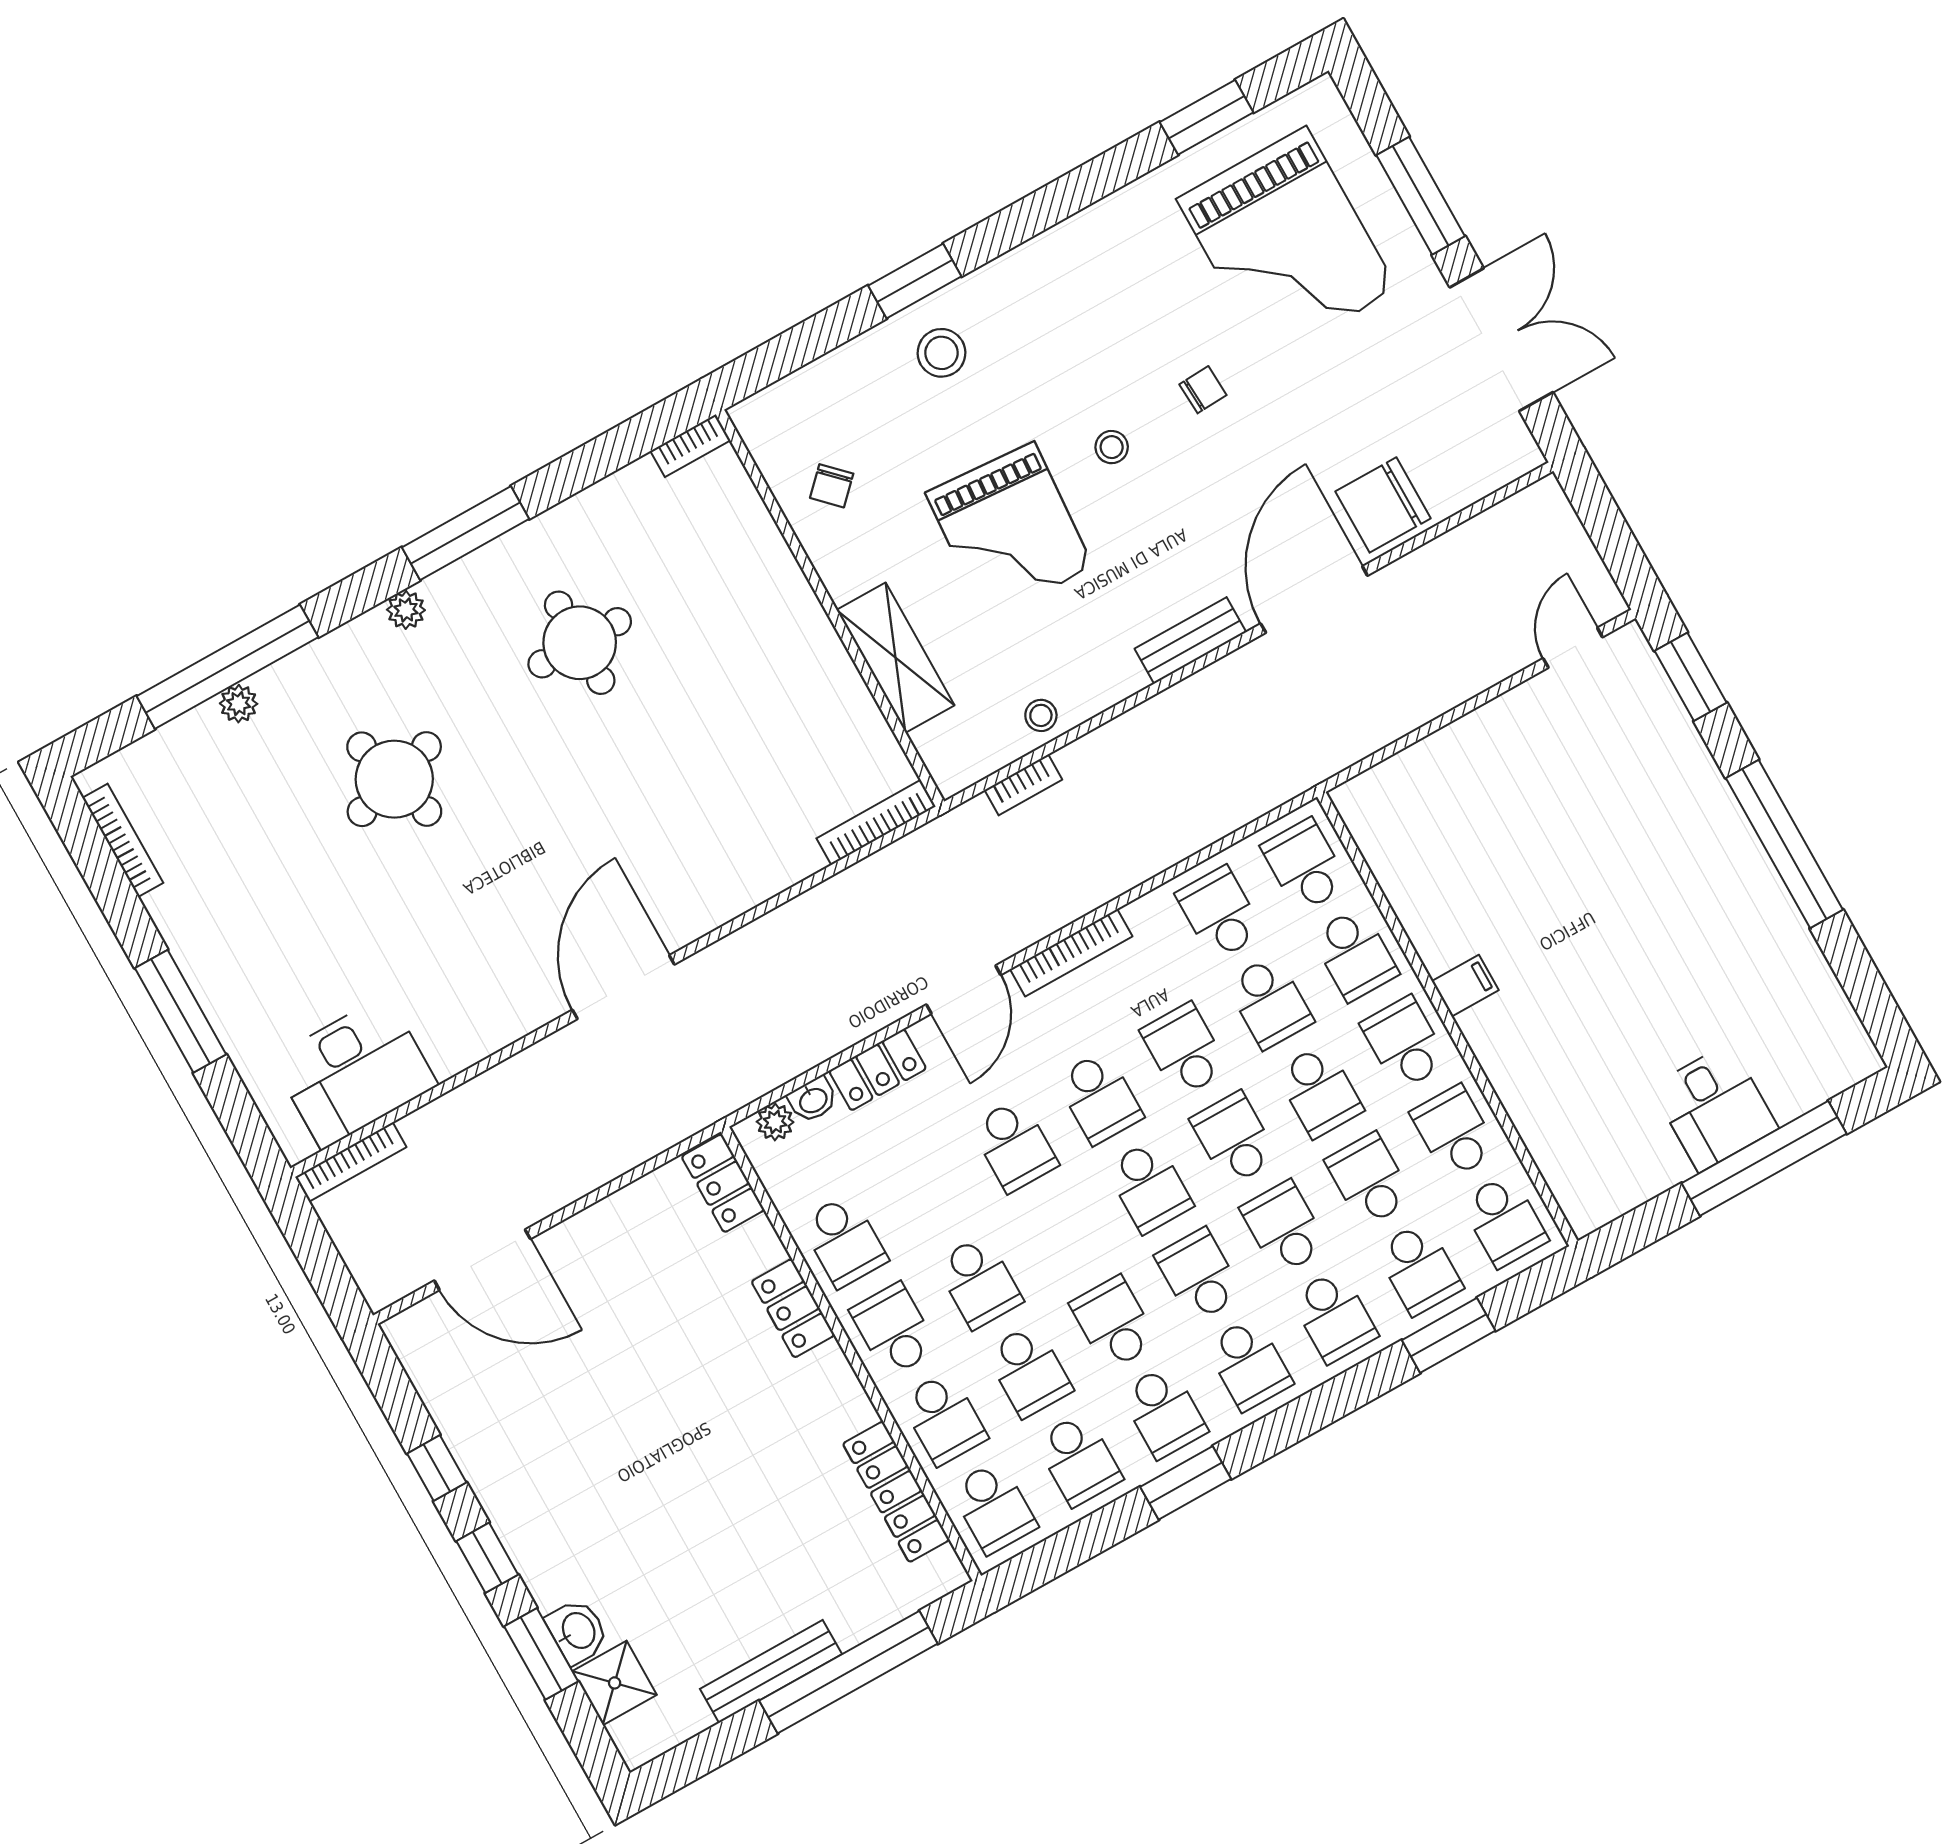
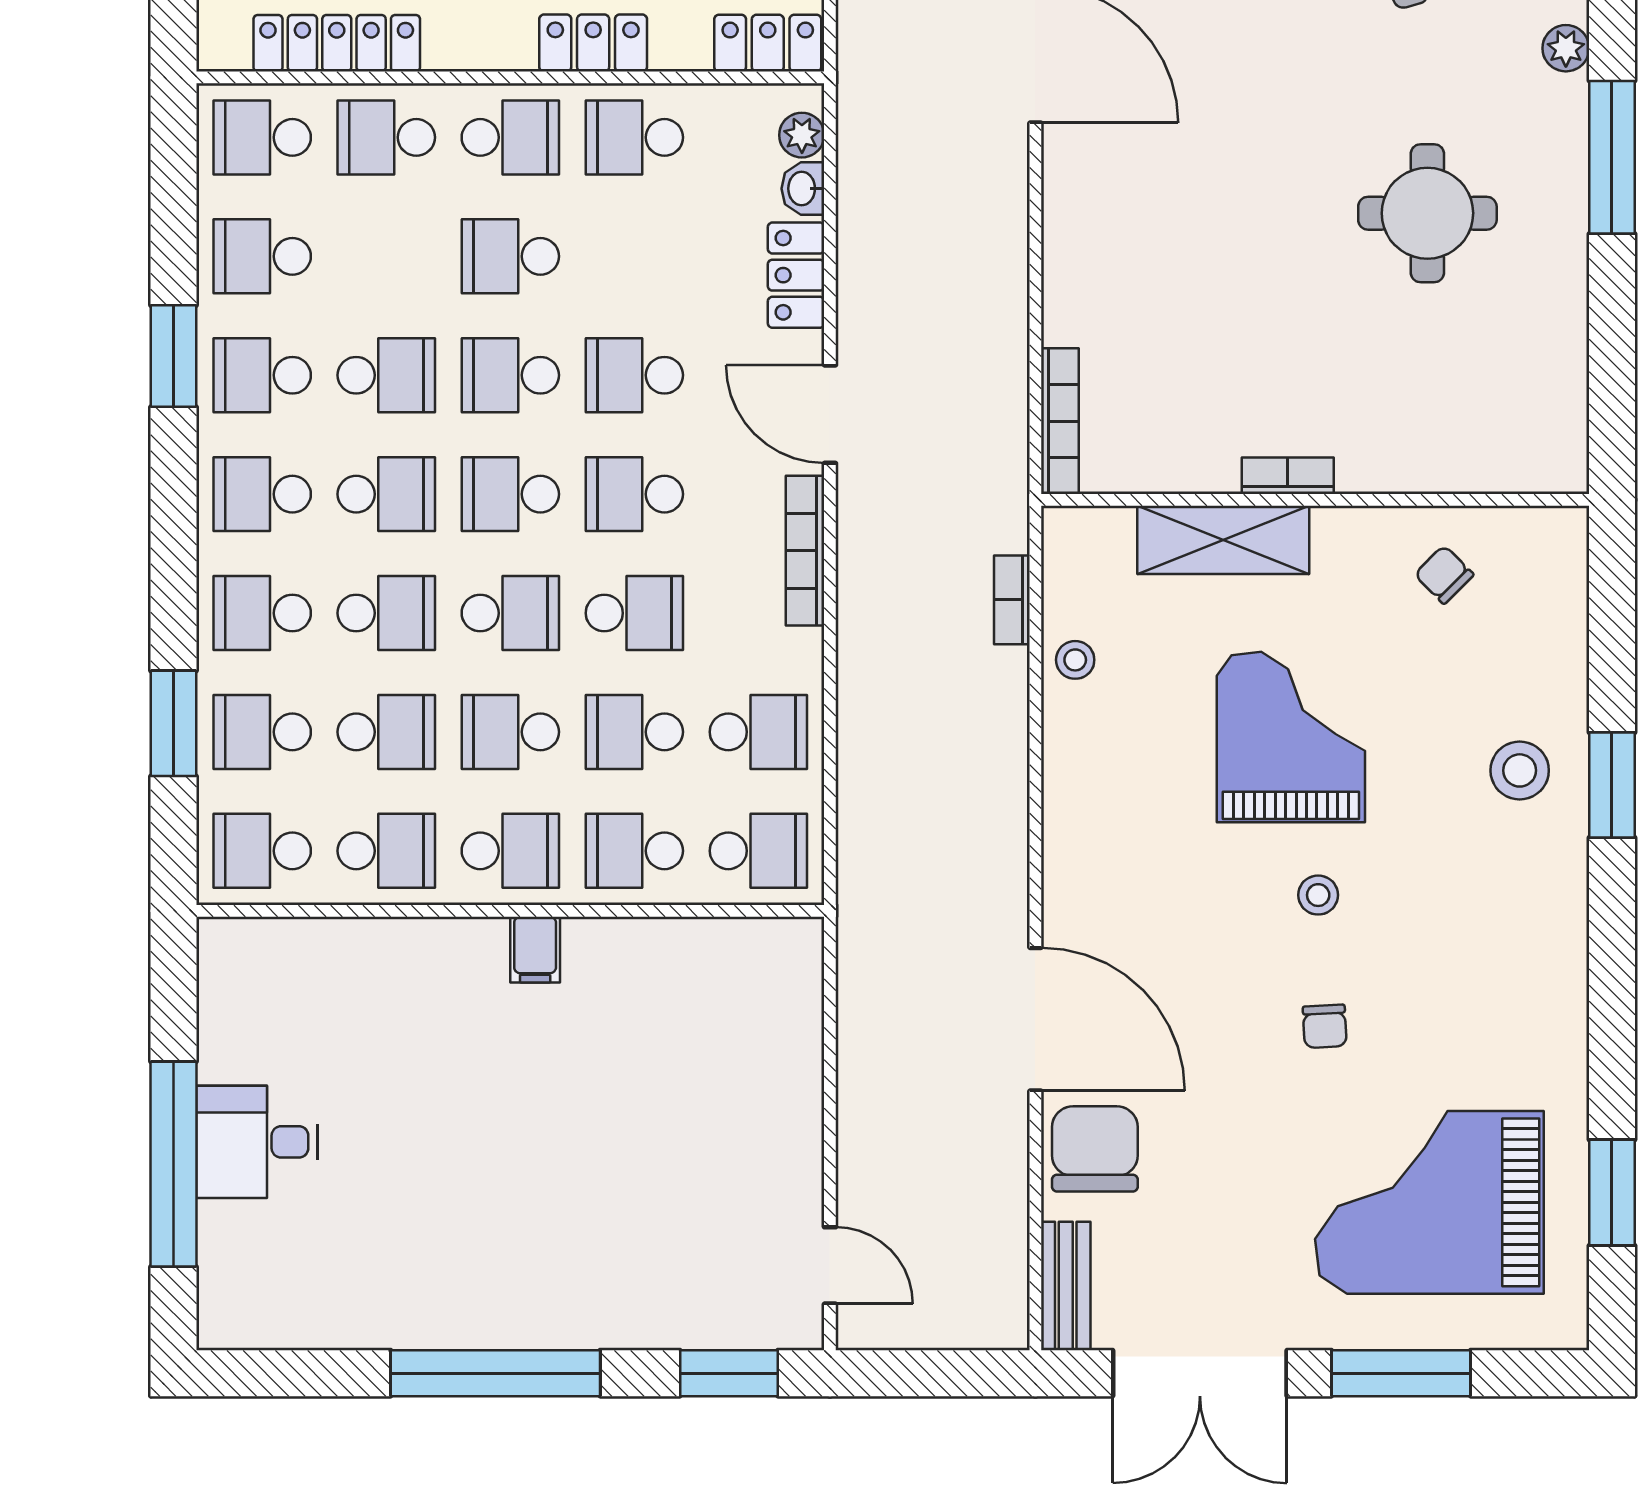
bookcase: (690, 446) -> (1288, 476), moved, turned 90
grand piano: (1010, 530) -> (1291, 737), turned 86
bench: (1190, 640) -> (1066, 1286), moved
school desk: (1029, 1371) -> (510, 375), moved

